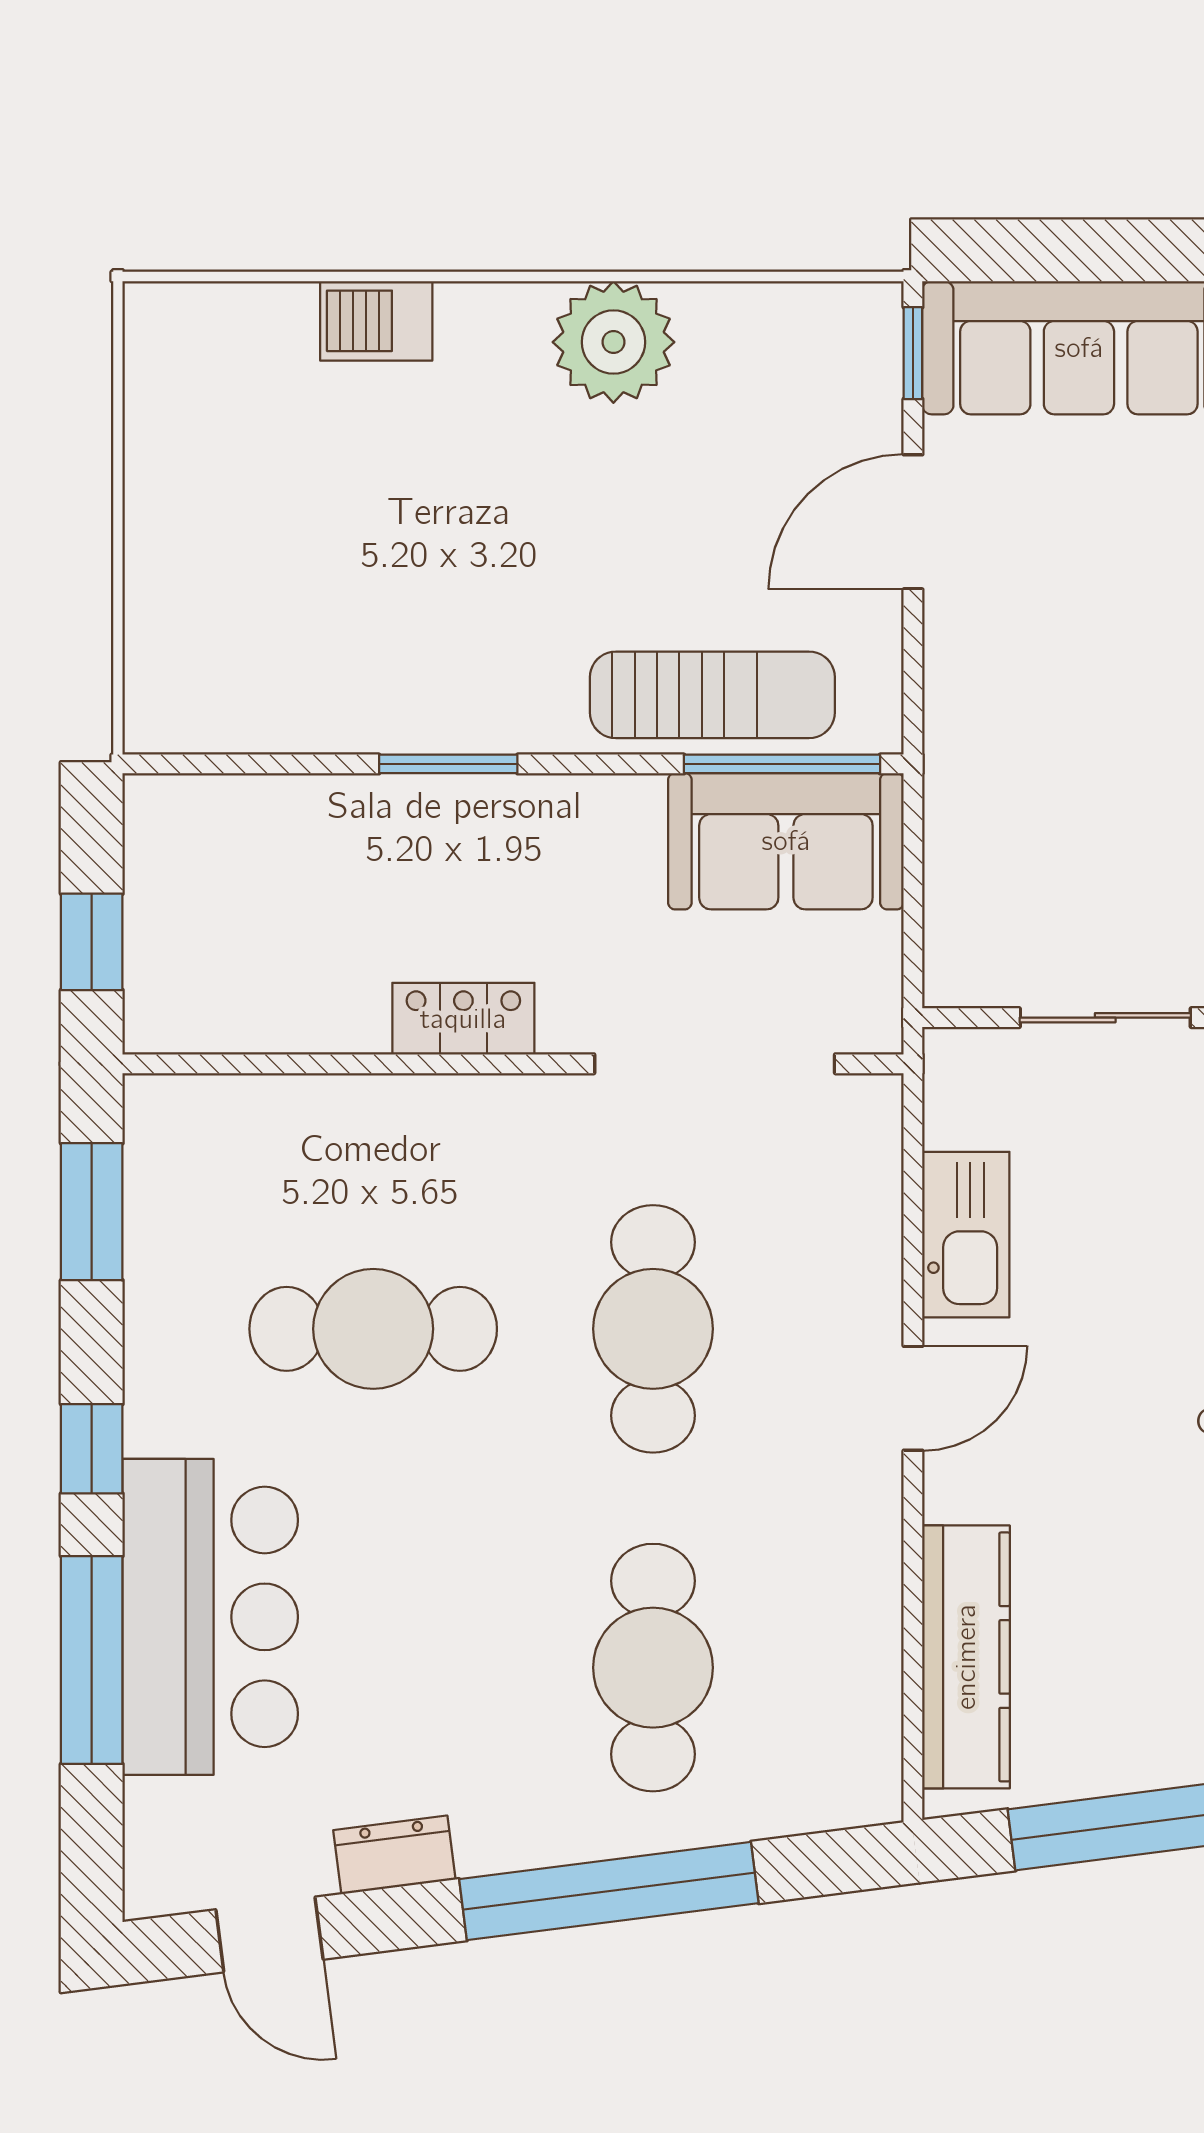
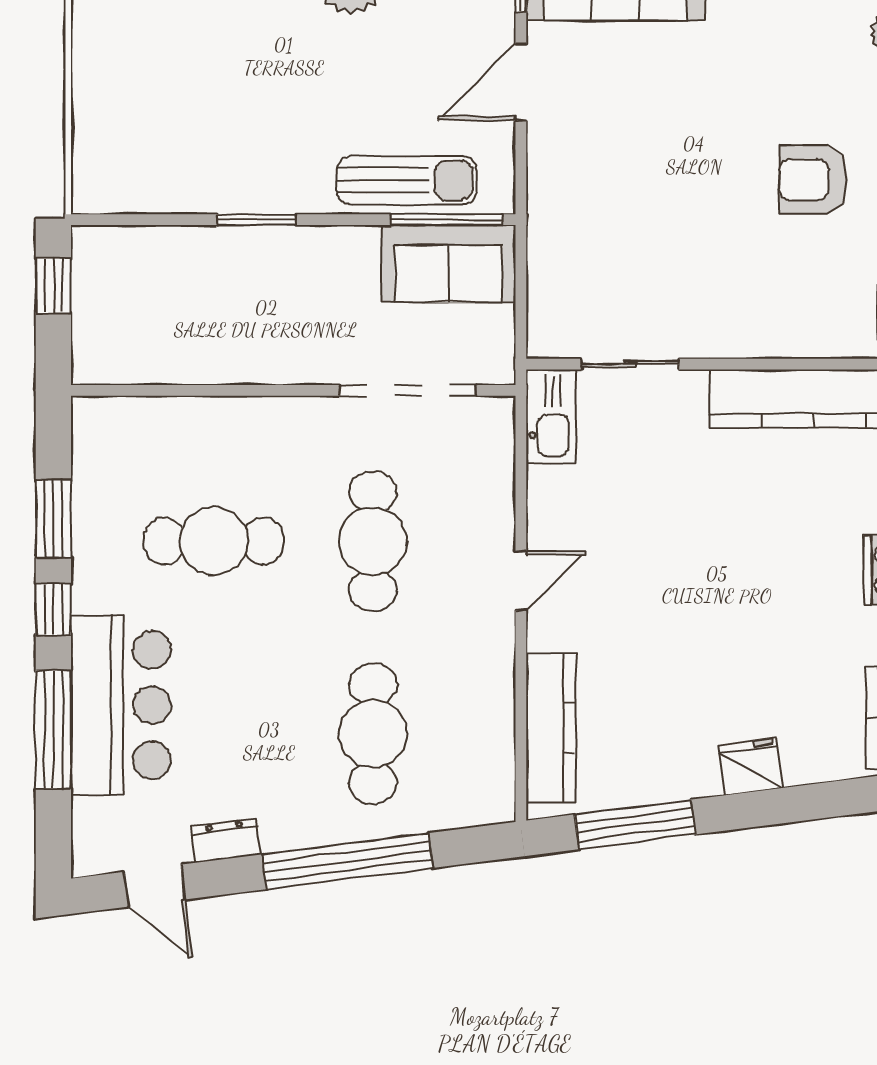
window: (92, 942) -> (53, 286), moved
locker: (463, 1019) -> (265, 365), removed
window: (92, 1212) -> (53, 519), moved
kitchen sink: (966, 1235) -> (551, 416), moved

